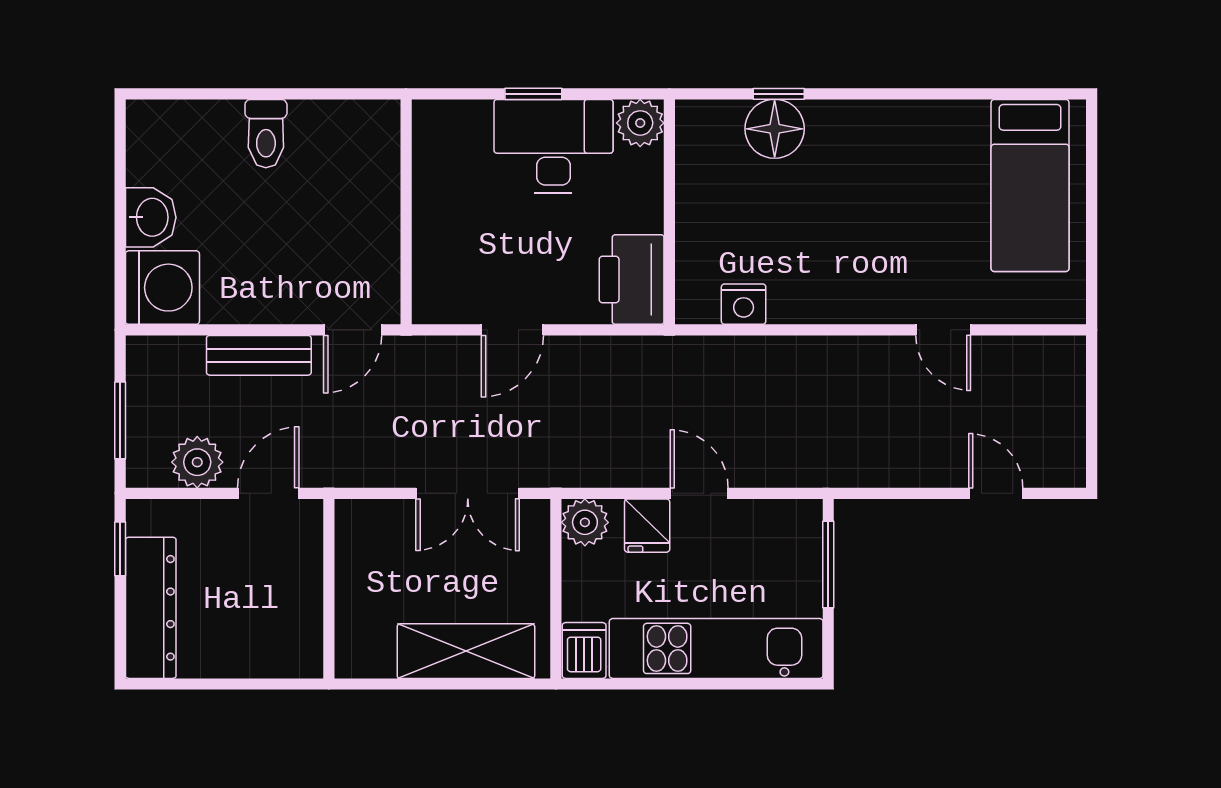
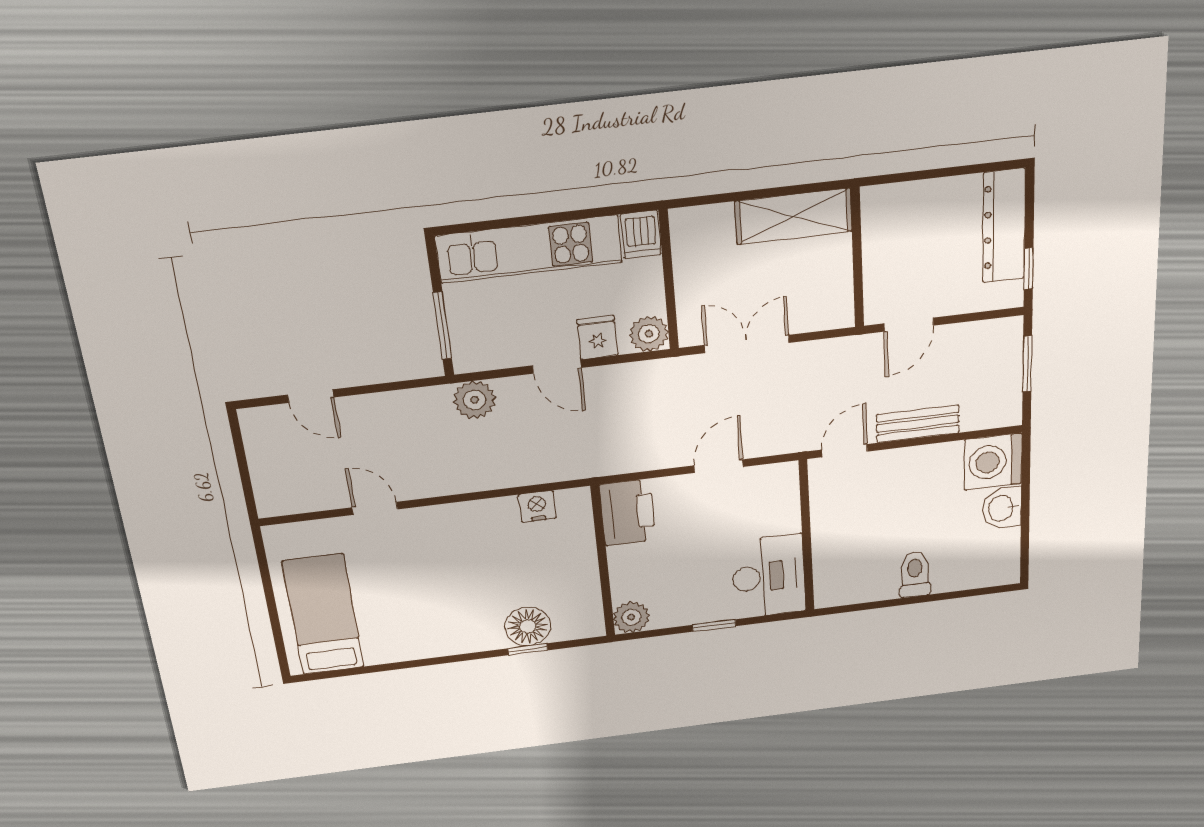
desk: (553, 146) -> (768, 576), moved, turned -90
plant: (197, 462) -> (475, 400), moved
shelving: (466, 651) -> (794, 216), moved

